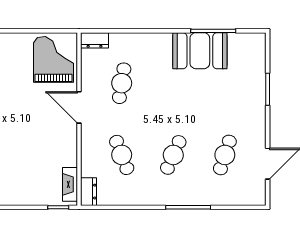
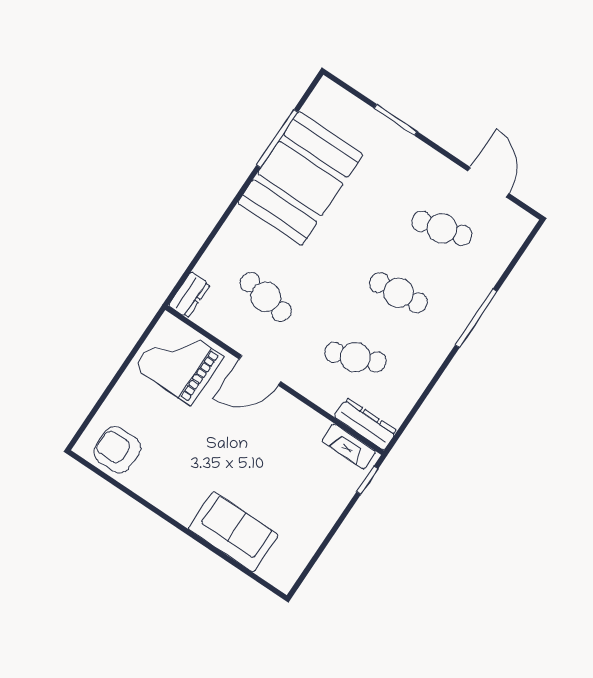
booth: (200, 51) -> (300, 179), width x1.36, depth x1.42
cafe table: (173, 155) -> (399, 293), turned -30
cafe table: (225, 155) -> (442, 228), turned -33
dresser: (89, 192) -> (366, 424), width x1.44

